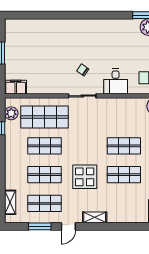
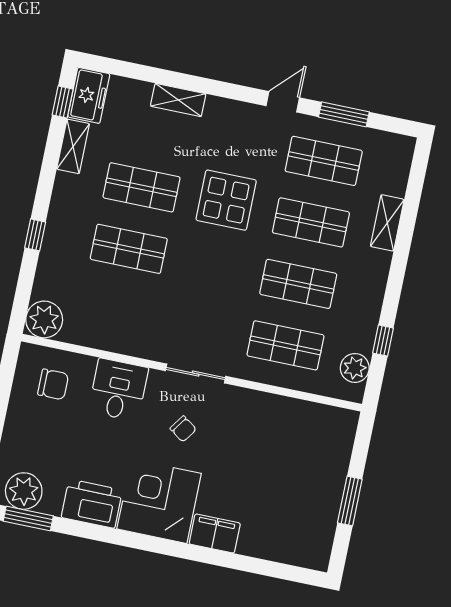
printer: (117, 28) -> (92, 504), added
corner desk: (87, 35) -> (159, 501), added
filing cabinet: (16, 87) -> (215, 534), moved, turned 180
shop shelf: (45, 117) -> (285, 345), width x0.70, depth x0.74
shelving: (10, 202) -> (387, 223), moved
shelving: (95, 217) -> (178, 100), moved

